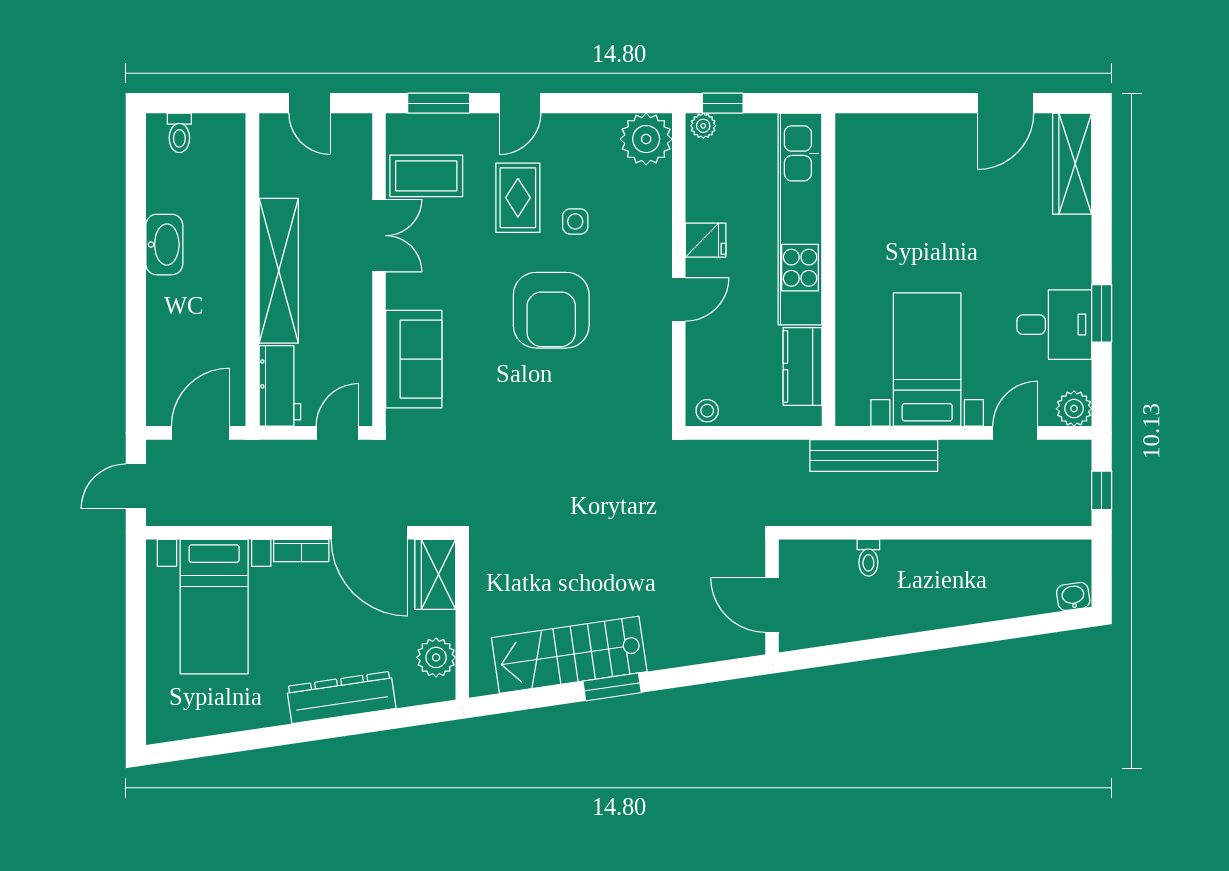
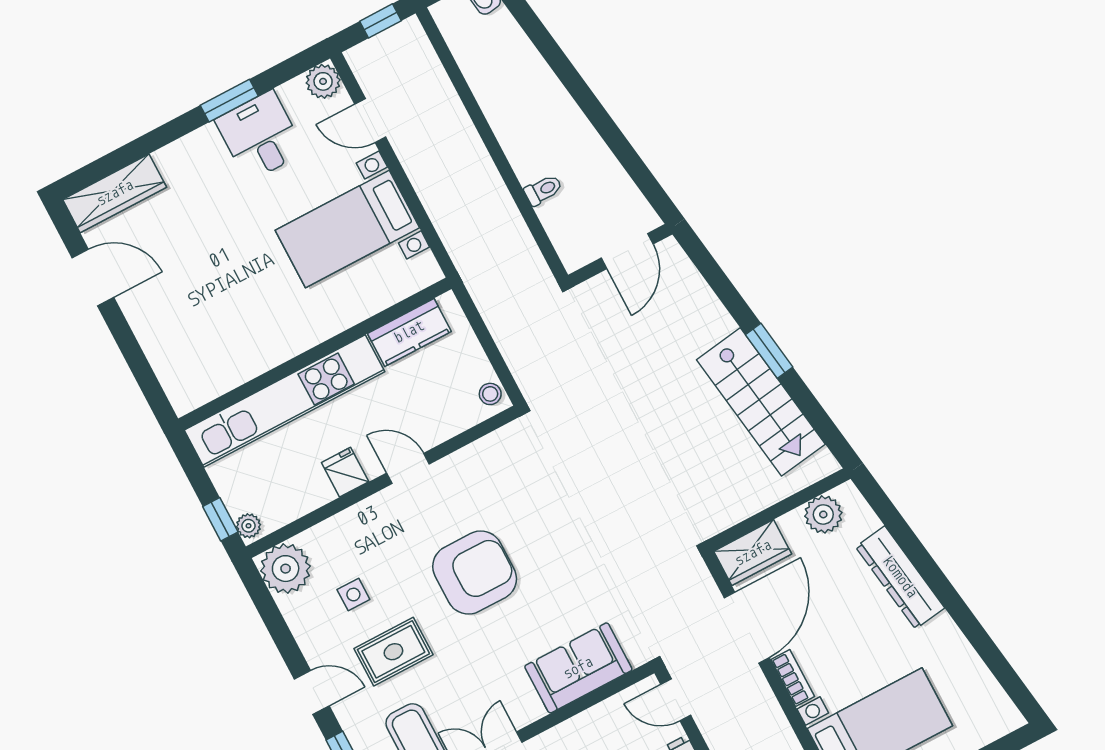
side table: (575, 221) -> (353, 595), moved
bench: (874, 455) -> (453, 231), removed

